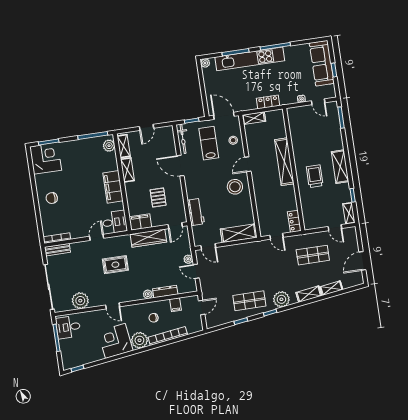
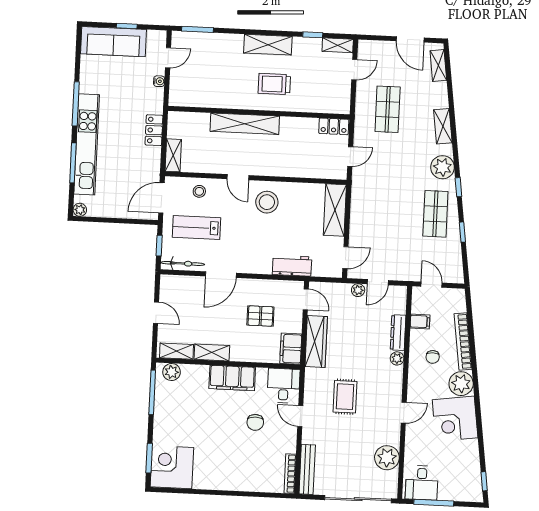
chair: (52, 198) -> (255, 422), moved
bench: (57, 250) -> (307, 469), width x1.36
shelving: (331, 288) -> (438, 65), moved

